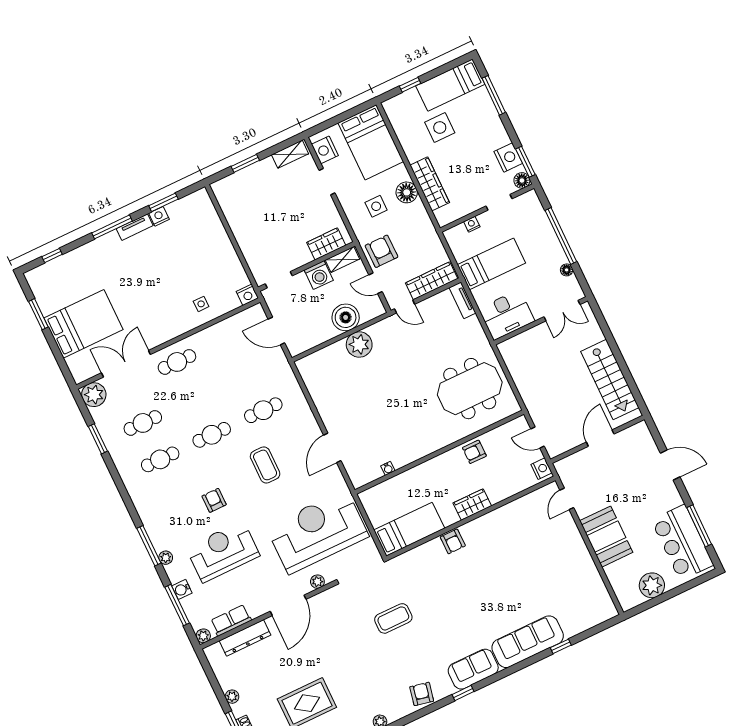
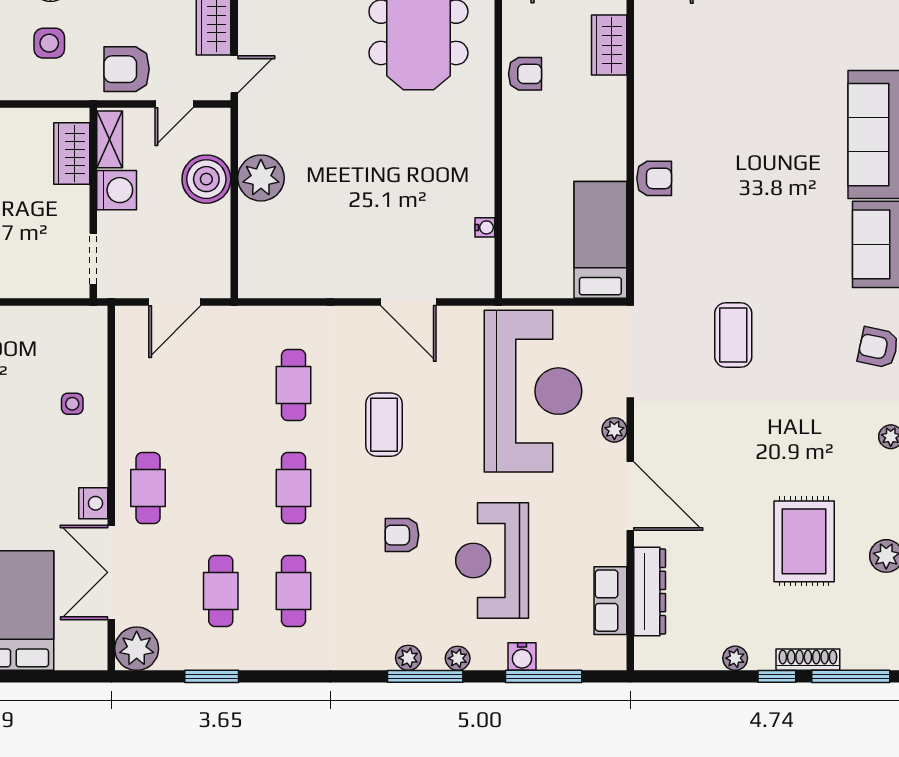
nightstand: (247, 295) -> (93, 503), moved
armchair: (474, 452) -> (525, 74), turned -90
coffee table: (265, 465) -> (384, 425), turned 90
wardrobe: (472, 505) -> (609, 45), moved
reception desk: (317, 532) -> (533, 391), turned 180
plant: (203, 636) -> (408, 658), moved

